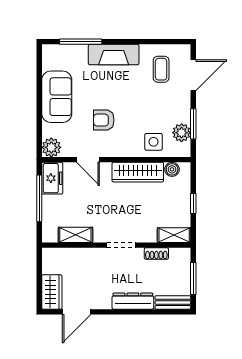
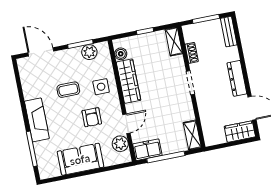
coffee table: (161, 69) -> (68, 90), moved
side table: (154, 142) -> (101, 87), moved
plant: (51, 147) -> (120, 144), moved
shelving: (75, 235) -> (192, 135), moved
dresser: (133, 301) -> (237, 78), moved

